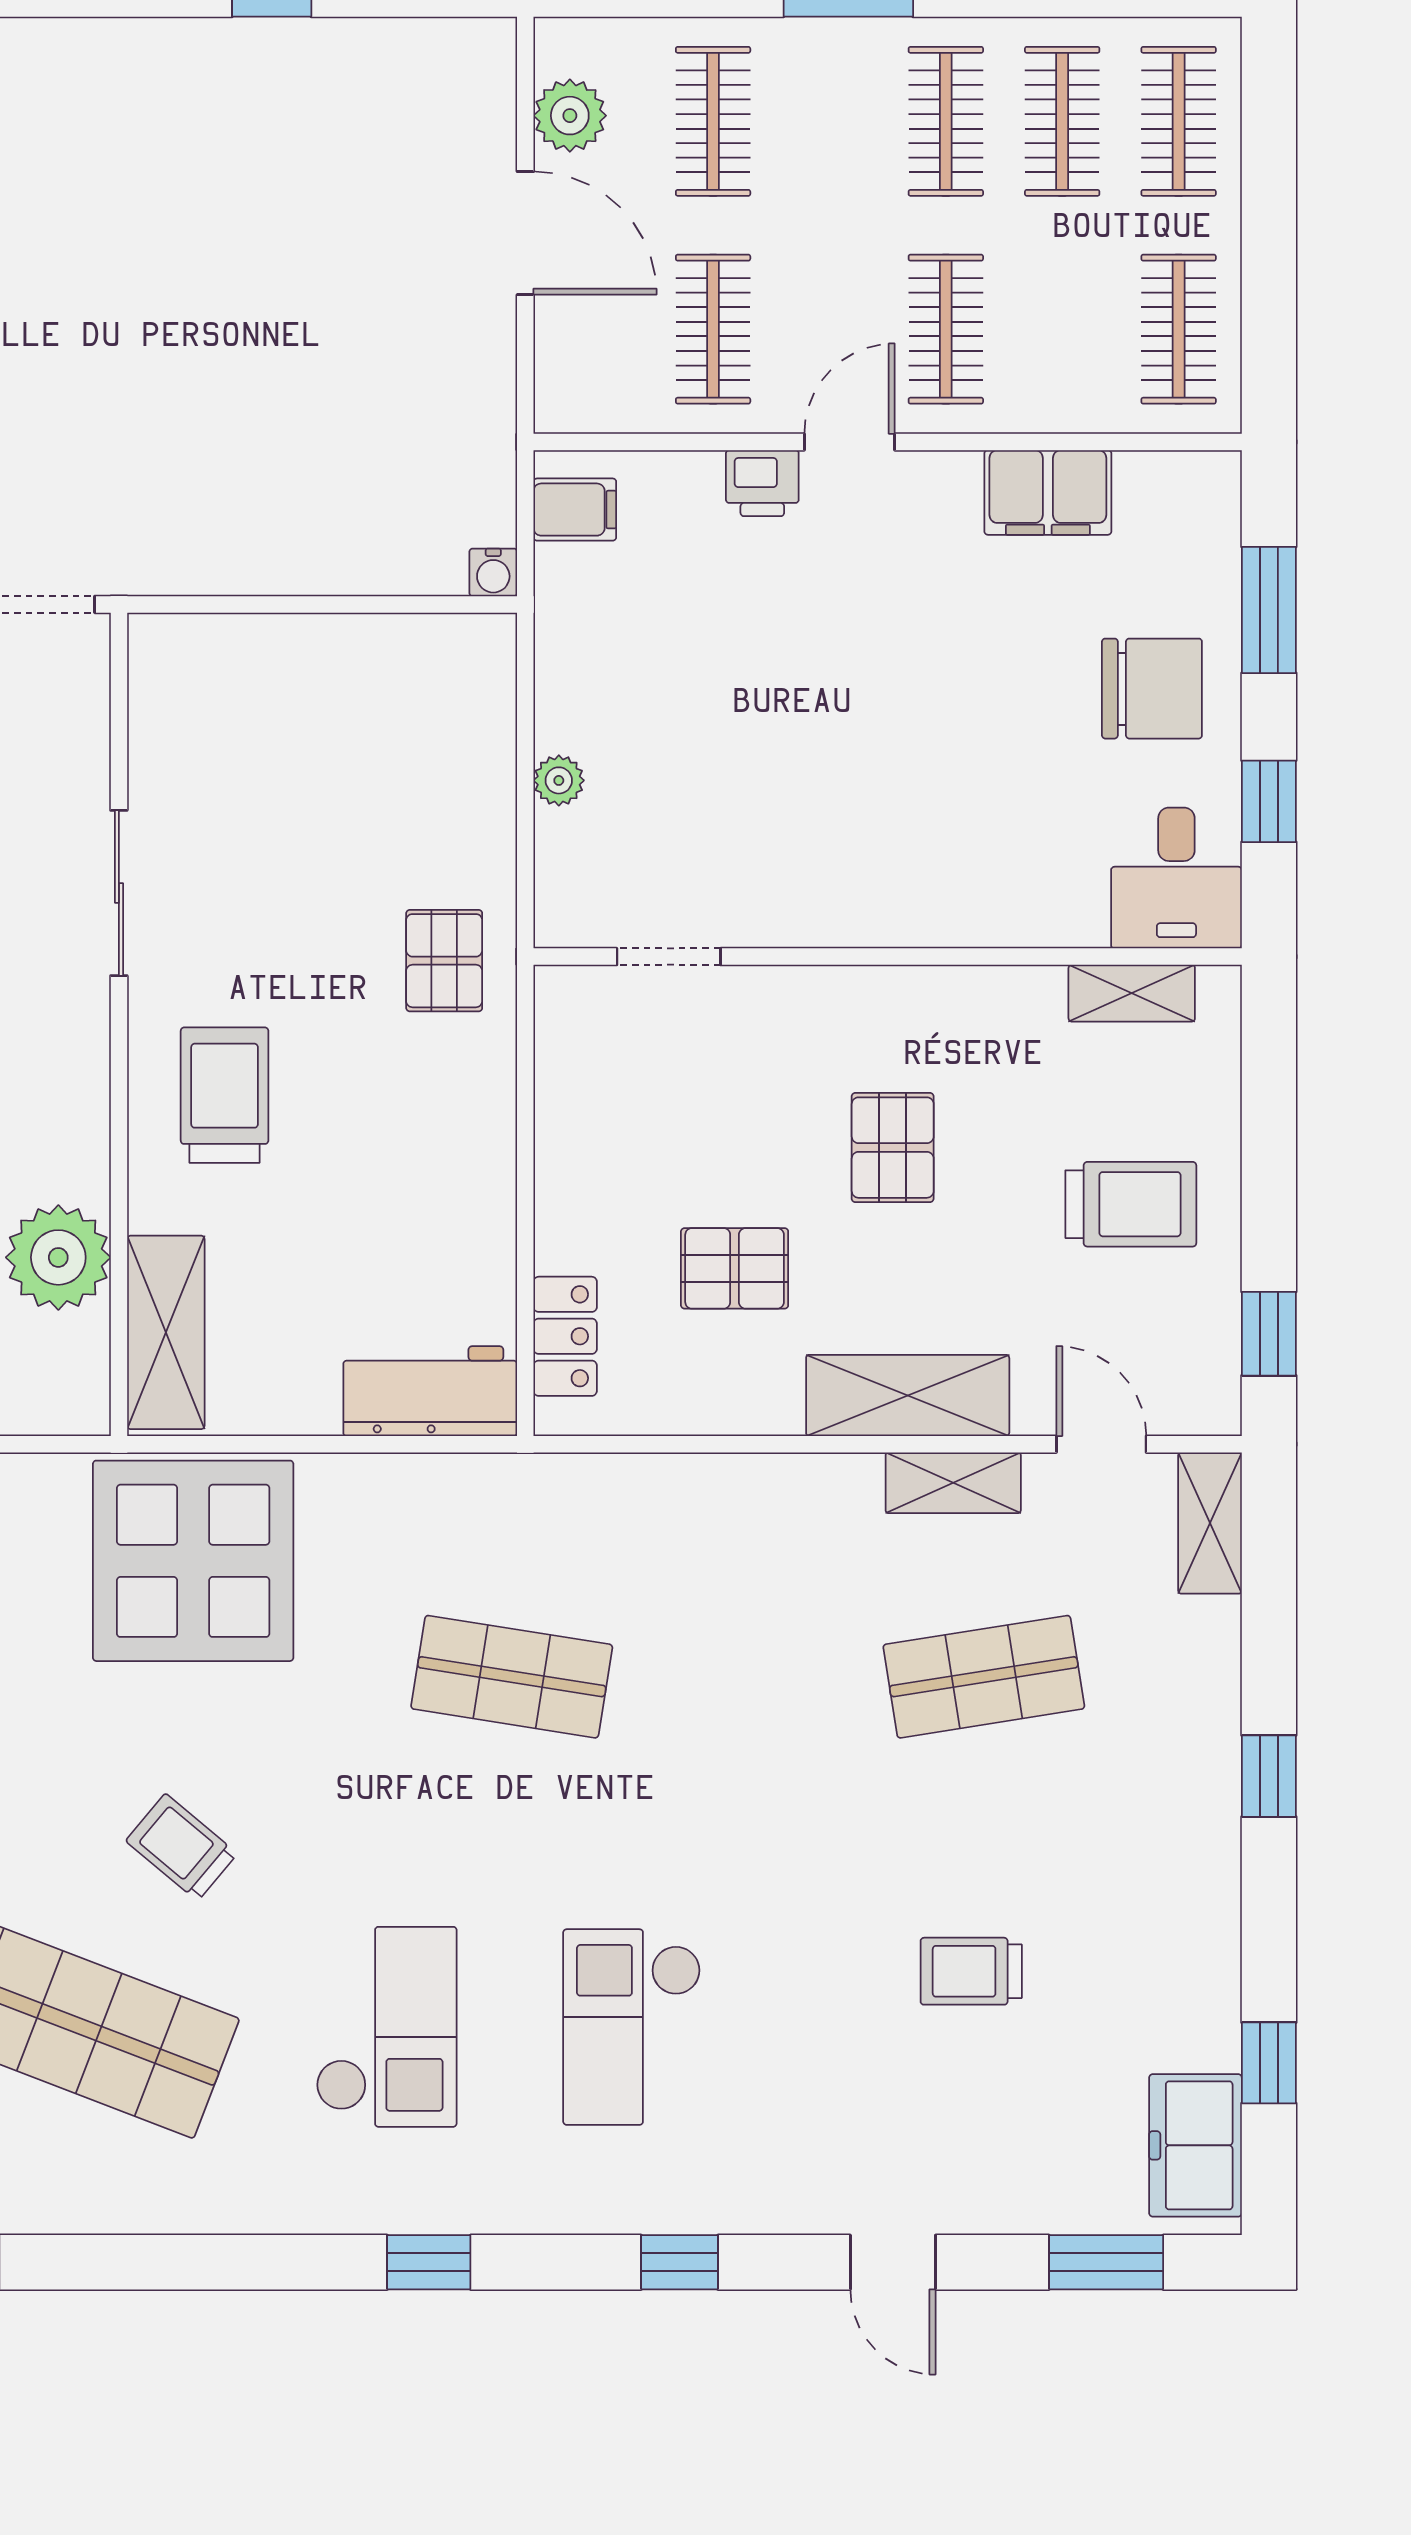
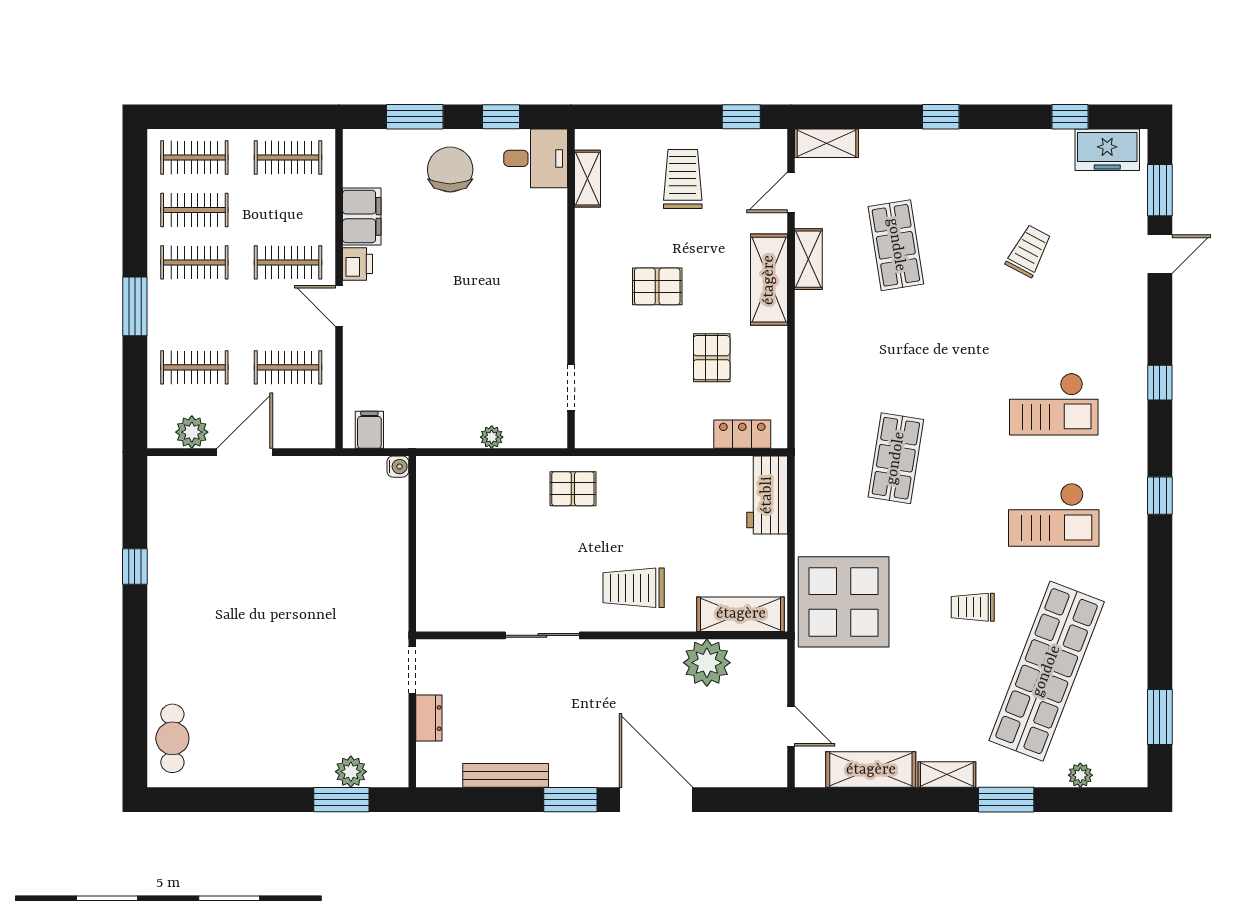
printer: (762, 483) -> (358, 264), moved
trolley: (181, 1847) -> (973, 607), turned 50
trolley: (971, 1971) -> (1029, 251), turned -152
checkout: (386, 2027) -> (1054, 515), turned 180
door: (893, 2262) -> (1160, 254), moved

